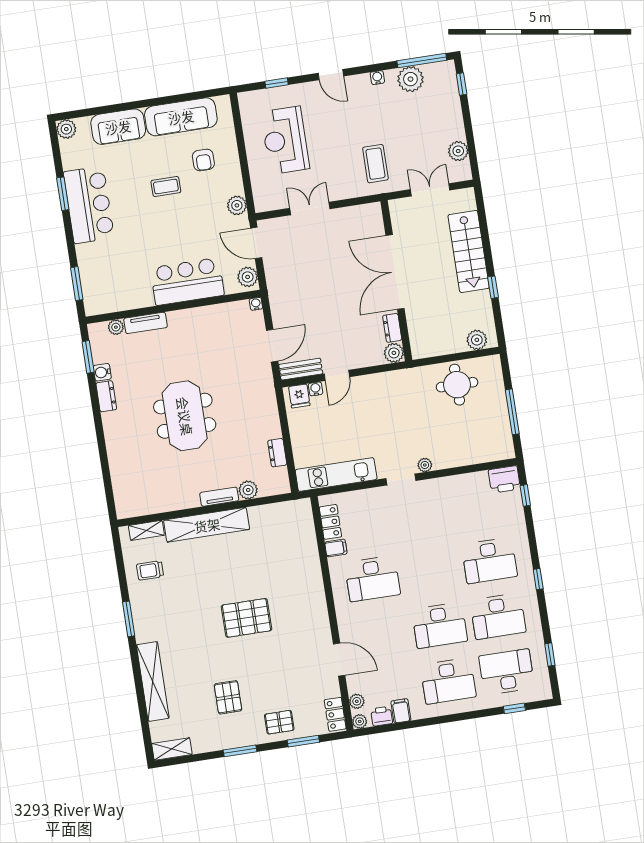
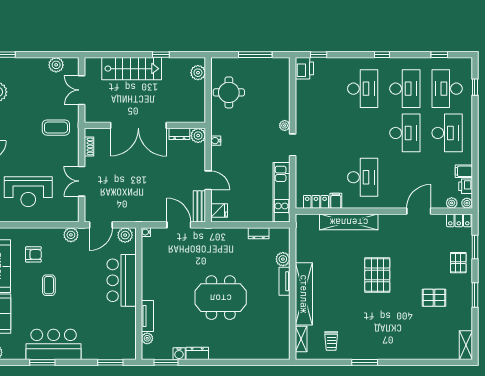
shoe rack: (357, 211) -> (89, 146), added
water cooler: (316, 389) -> (216, 141), moved
shelving: (153, 681) -> (349, 222), moved

